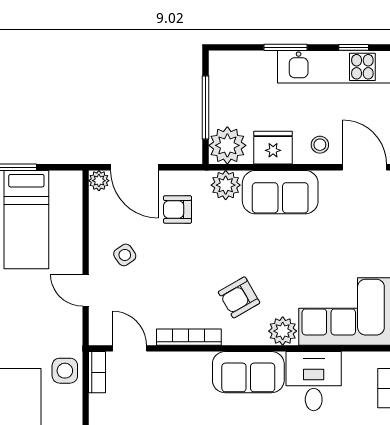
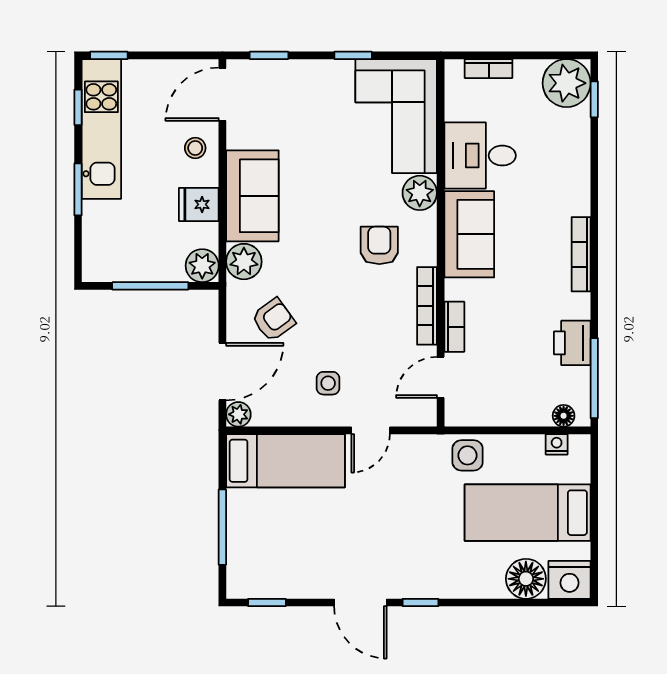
plant: (227, 145) -> (202, 266), width x0.73, depth x0.73
fridge: (273, 148) -> (199, 204), width x0.72
armchair: (177, 209) -> (273, 320), turned -126
bed: (26, 220) -> (285, 461), moved
side table: (125, 255) -> (328, 383), turned 35
armchair: (239, 297) -> (379, 245), turned -150
bookcase: (97, 372) -> (454, 327), moved, turned 90

